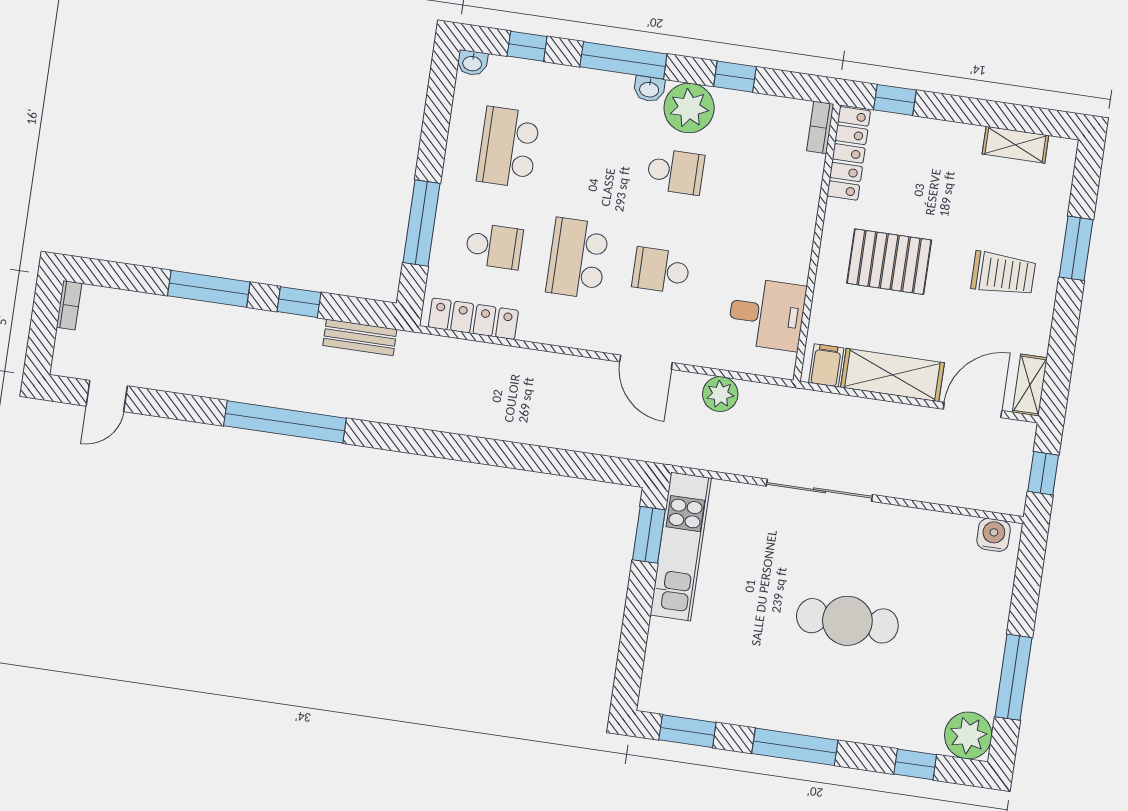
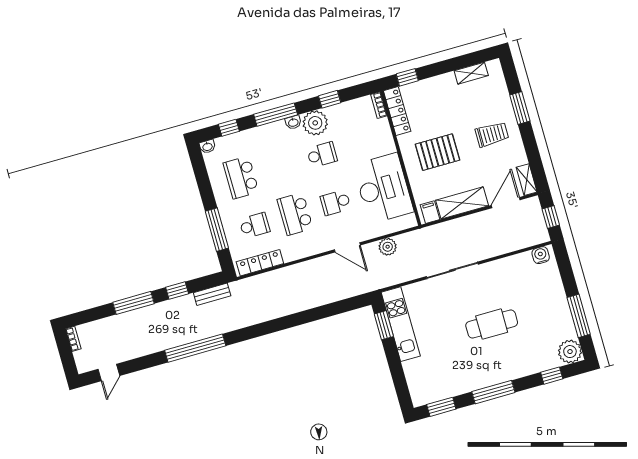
desk: (767, 314) -> (383, 188), width x1.87, depth x1.30

